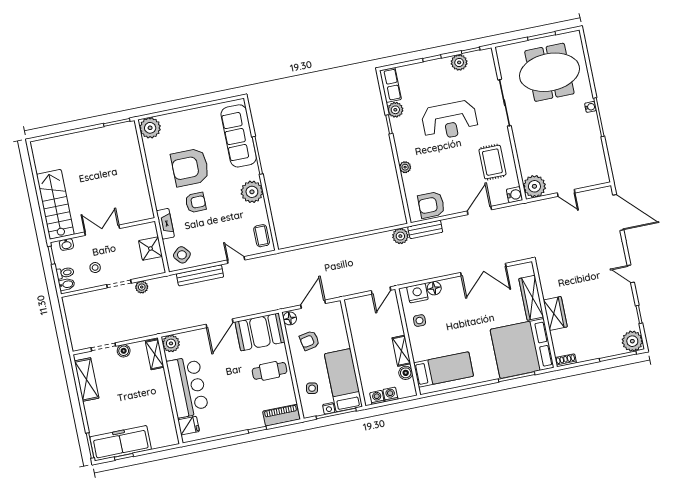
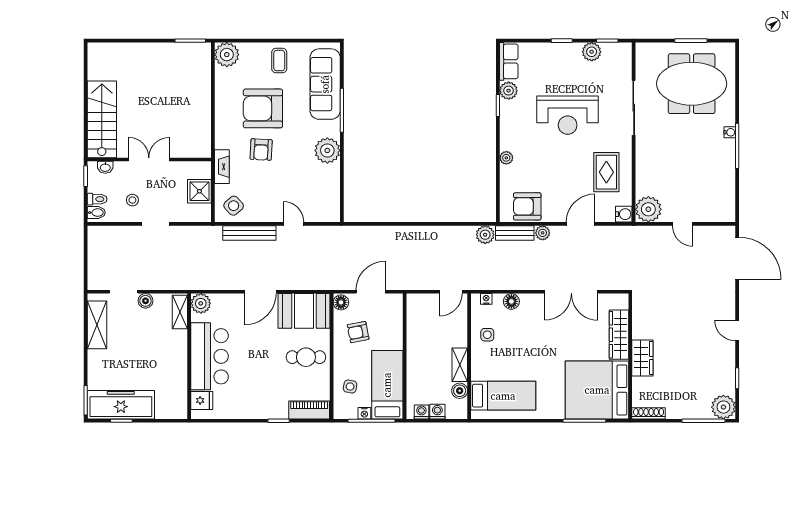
armchair: (196, 202) -> (261, 149), turned 93
coffee table: (262, 236) -> (279, 61), moved
plant: (142, 287) -> (543, 233), moved
nightstand: (417, 293) -> (486, 299), width x0.53, depth x0.56
shoe rack: (566, 360) -> (649, 413), width x1.43

